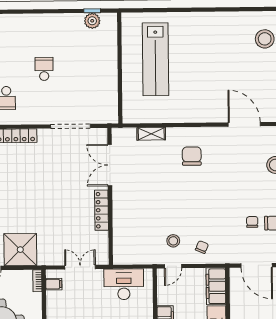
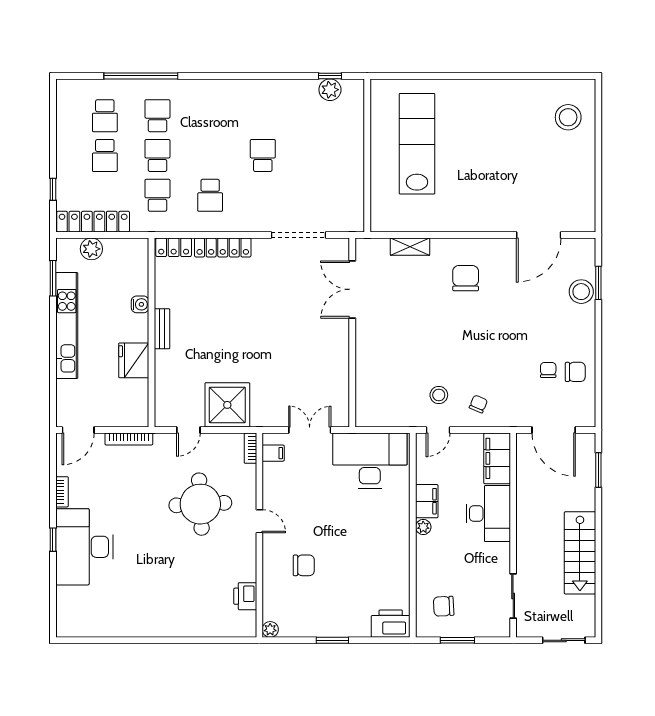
lab bench: (156, 59) -> (417, 144), turned 180
door: (244, 124) -> (539, 235), swing flipped
locker: (101, 210) -> (340, 352), removed
desk: (124, 284) -> (370, 461), width x1.36, depth x1.30

